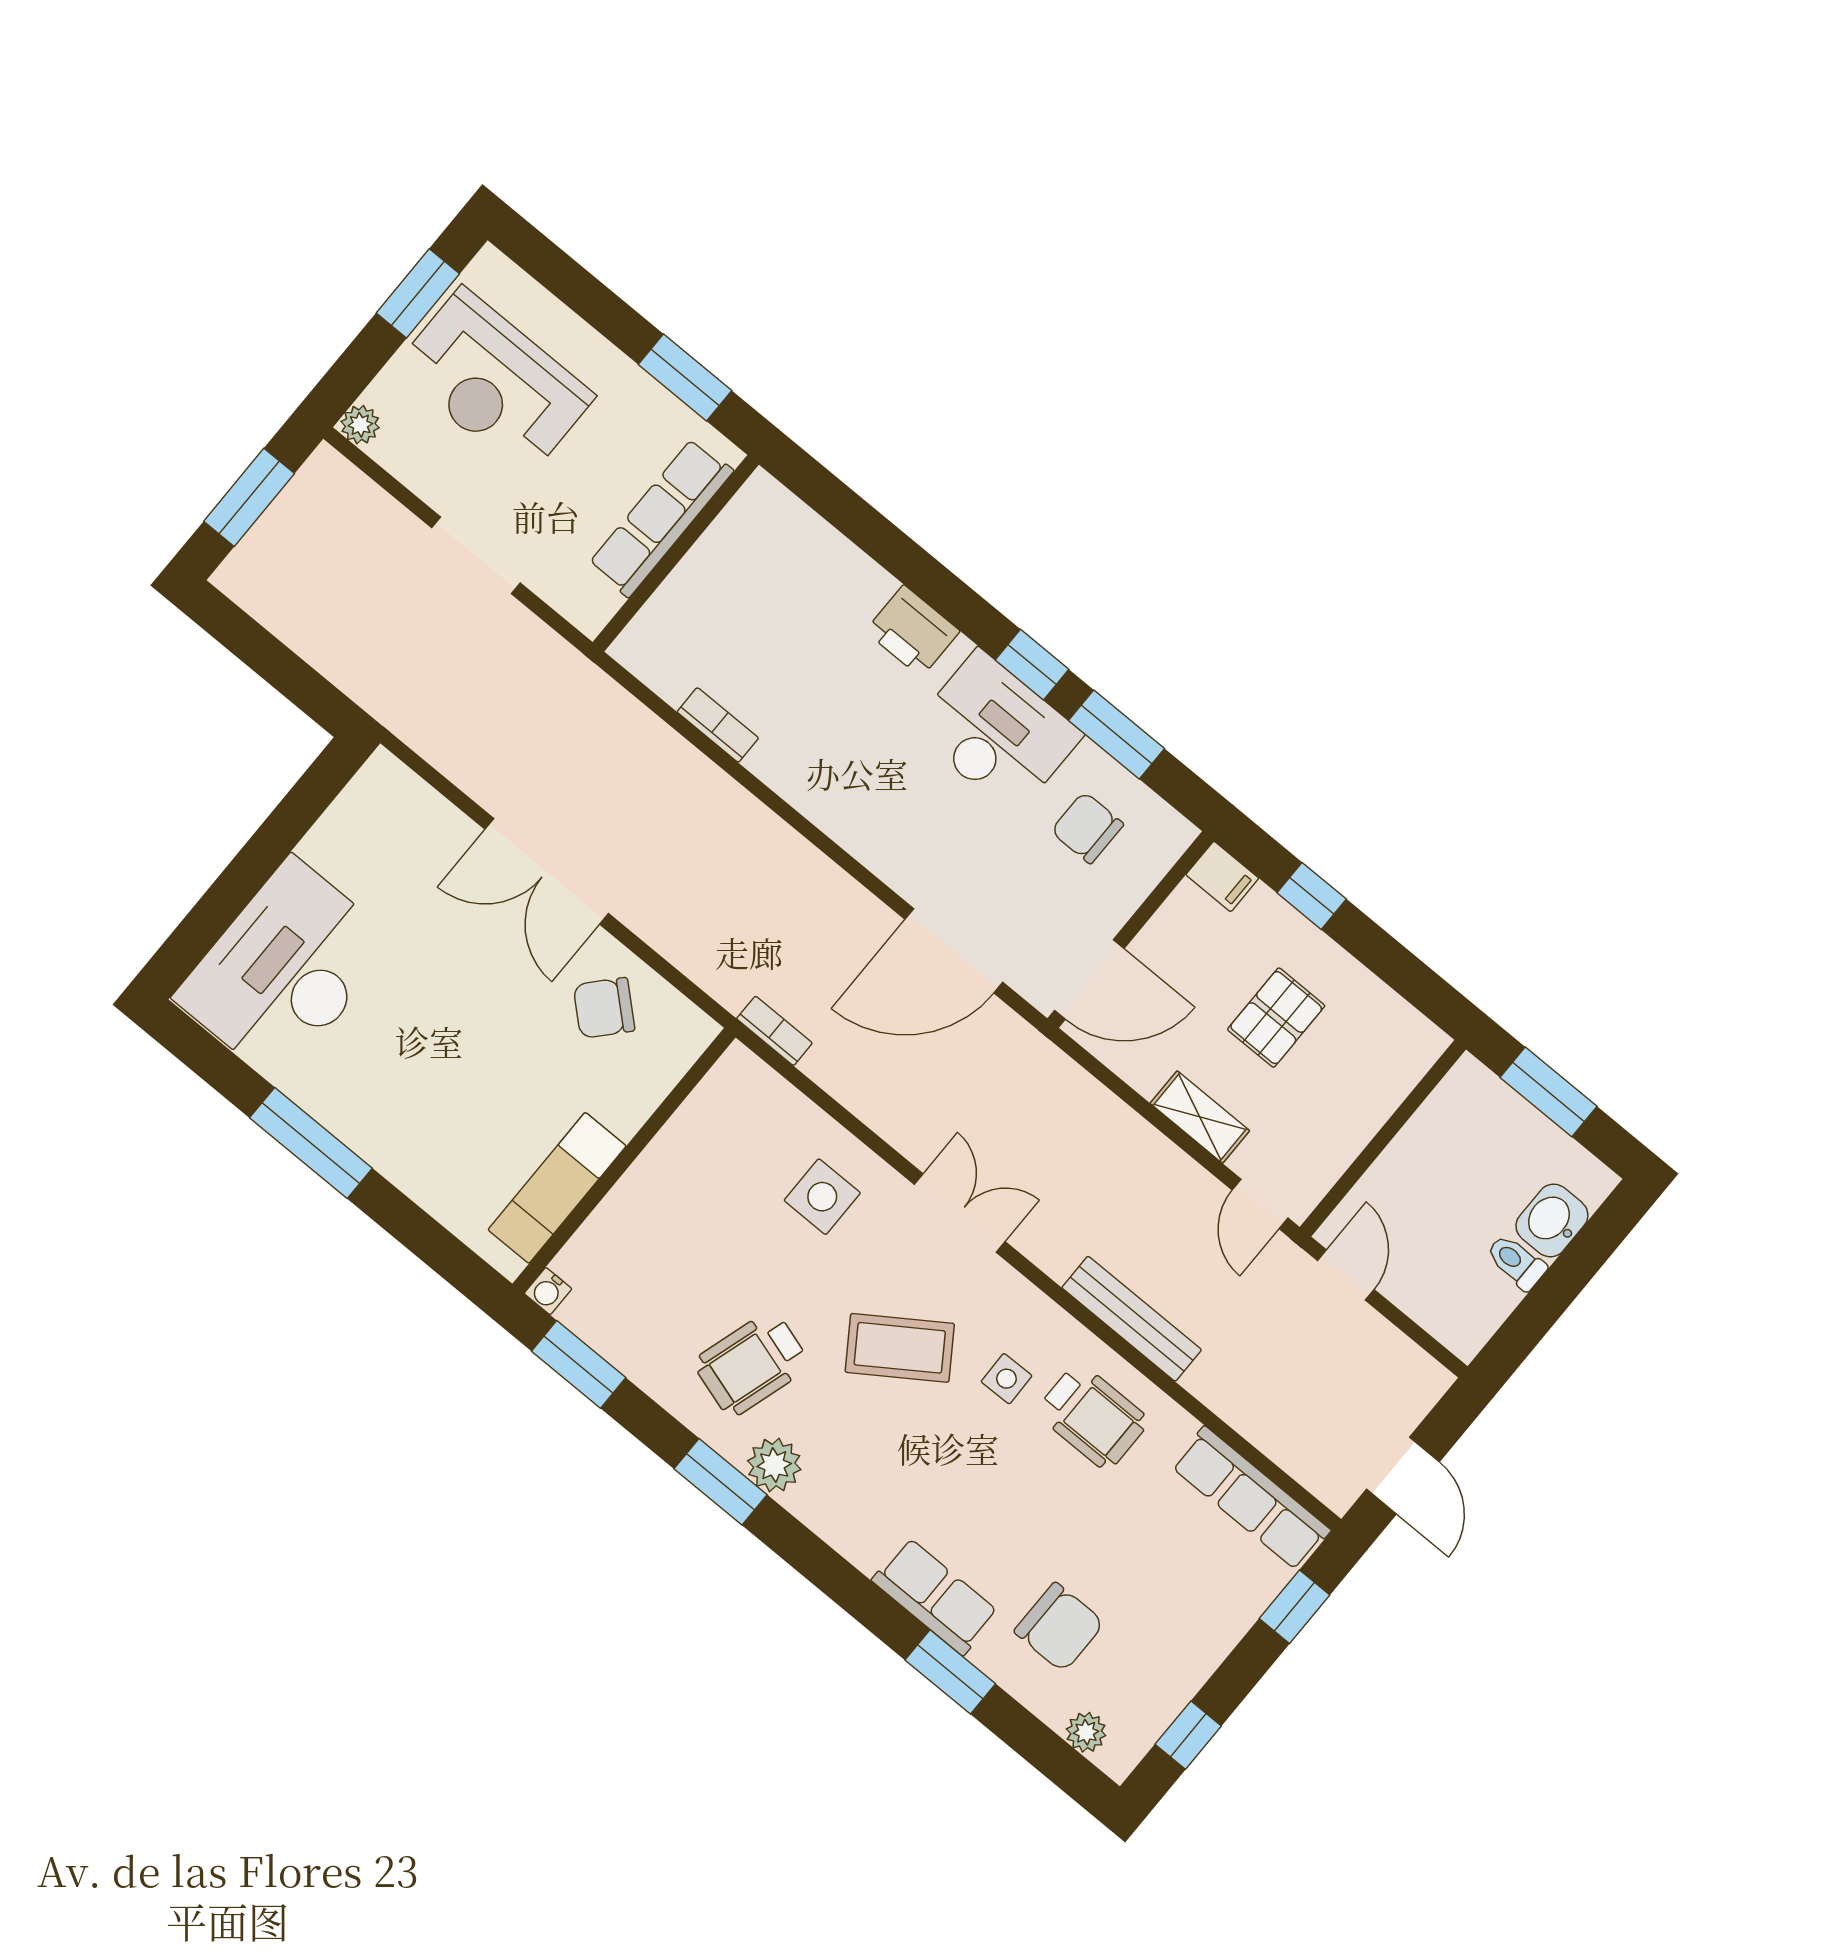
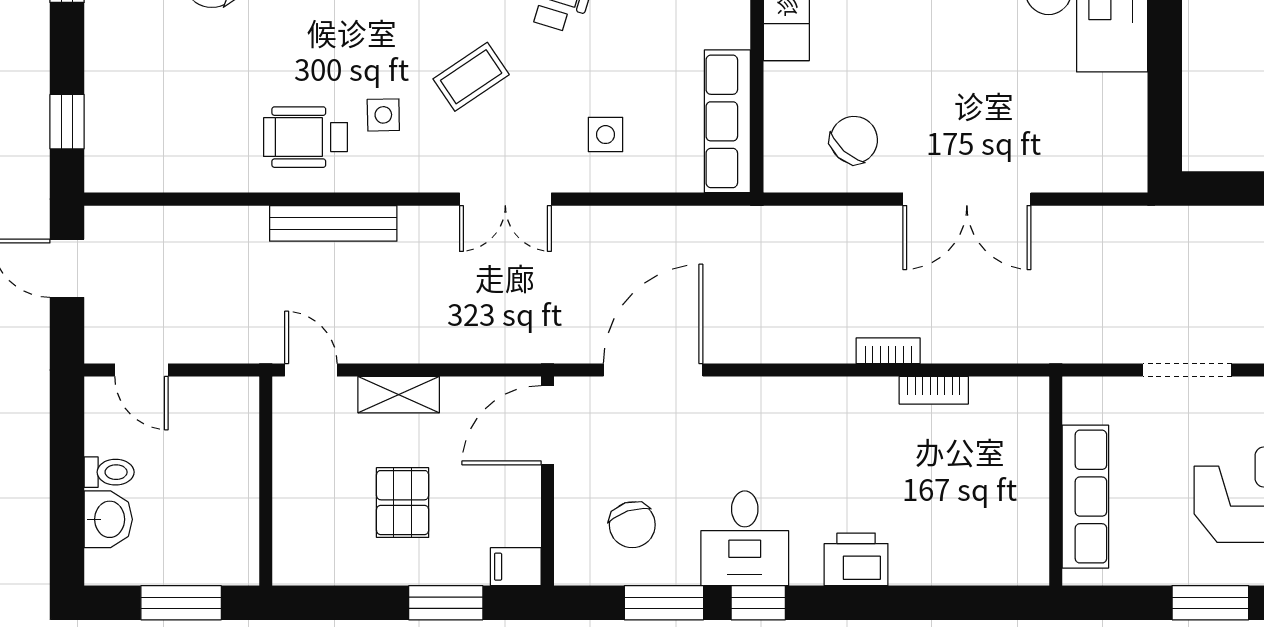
window: (685, 378) -> (1210, 603), moved
desk: (997, 732) -> (745, 538), width x0.73
chair: (1087, 828) -> (632, 525), turned 72
double door: (547, 871) -> (967, 199), swing flipped
window: (1312, 896) -> (446, 603), width x1.50
bookcase: (774, 1031) -> (888, 351), moved, turned 180
side table: (822, 1197) -> (606, 135), width x0.73, depth x0.73
door: (1346, 1275) -> (142, 370), moved
coffee table: (900, 1348) -> (471, 77), width x0.73, depth x0.77
row of seats: (1251, 1498) -> (727, 121), moved, turned -90

